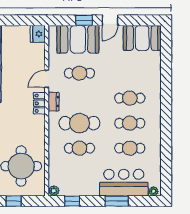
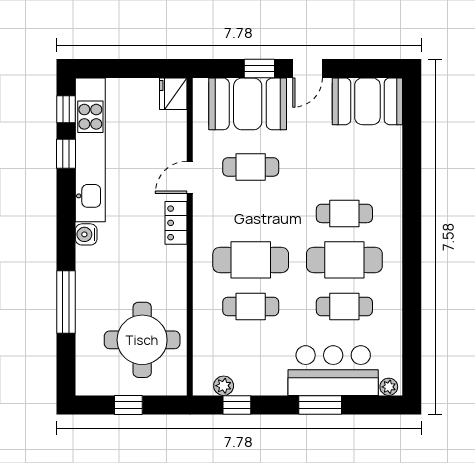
dresser: (54, 102) -> (203, 220), removed
cafe table: (130, 123) -> (344, 260), width x1.37, depth x1.35
plant: (54, 191) -> (224, 386), moved

